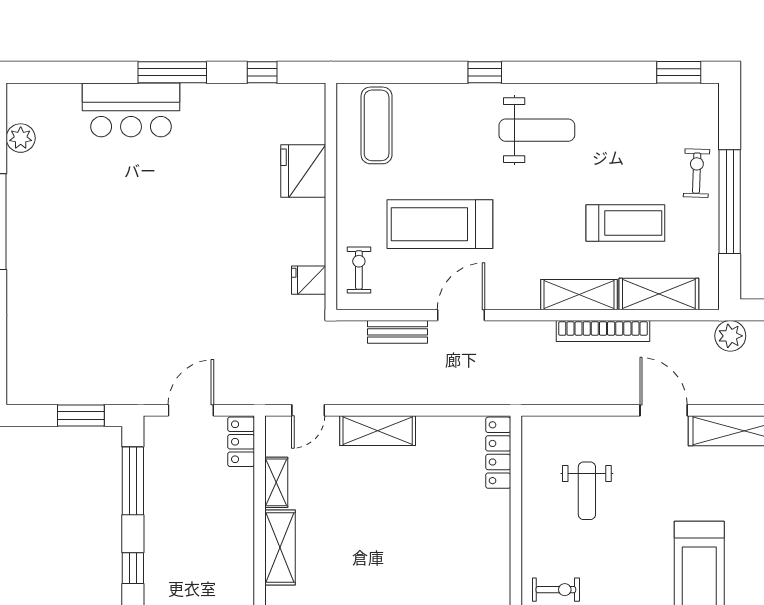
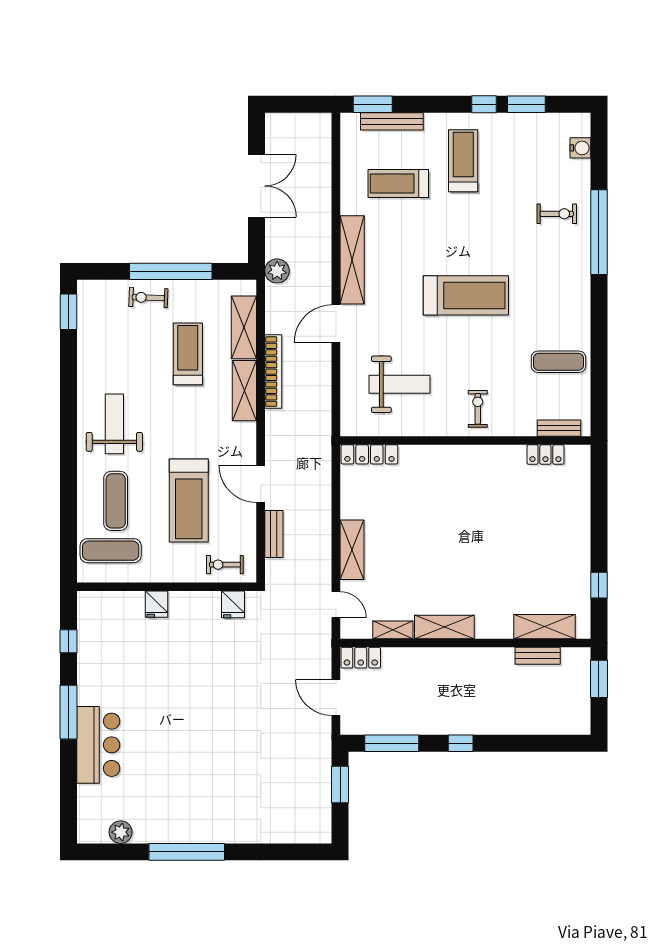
window: (485, 72) -> (69, 465), removed
exercise mat: (439, 132) -> (116, 501), added
fridge: (303, 171) -> (157, 604), width x0.53, depth x0.75
weight bench: (587, 491) -> (400, 384), width x1.36, depth x1.33

